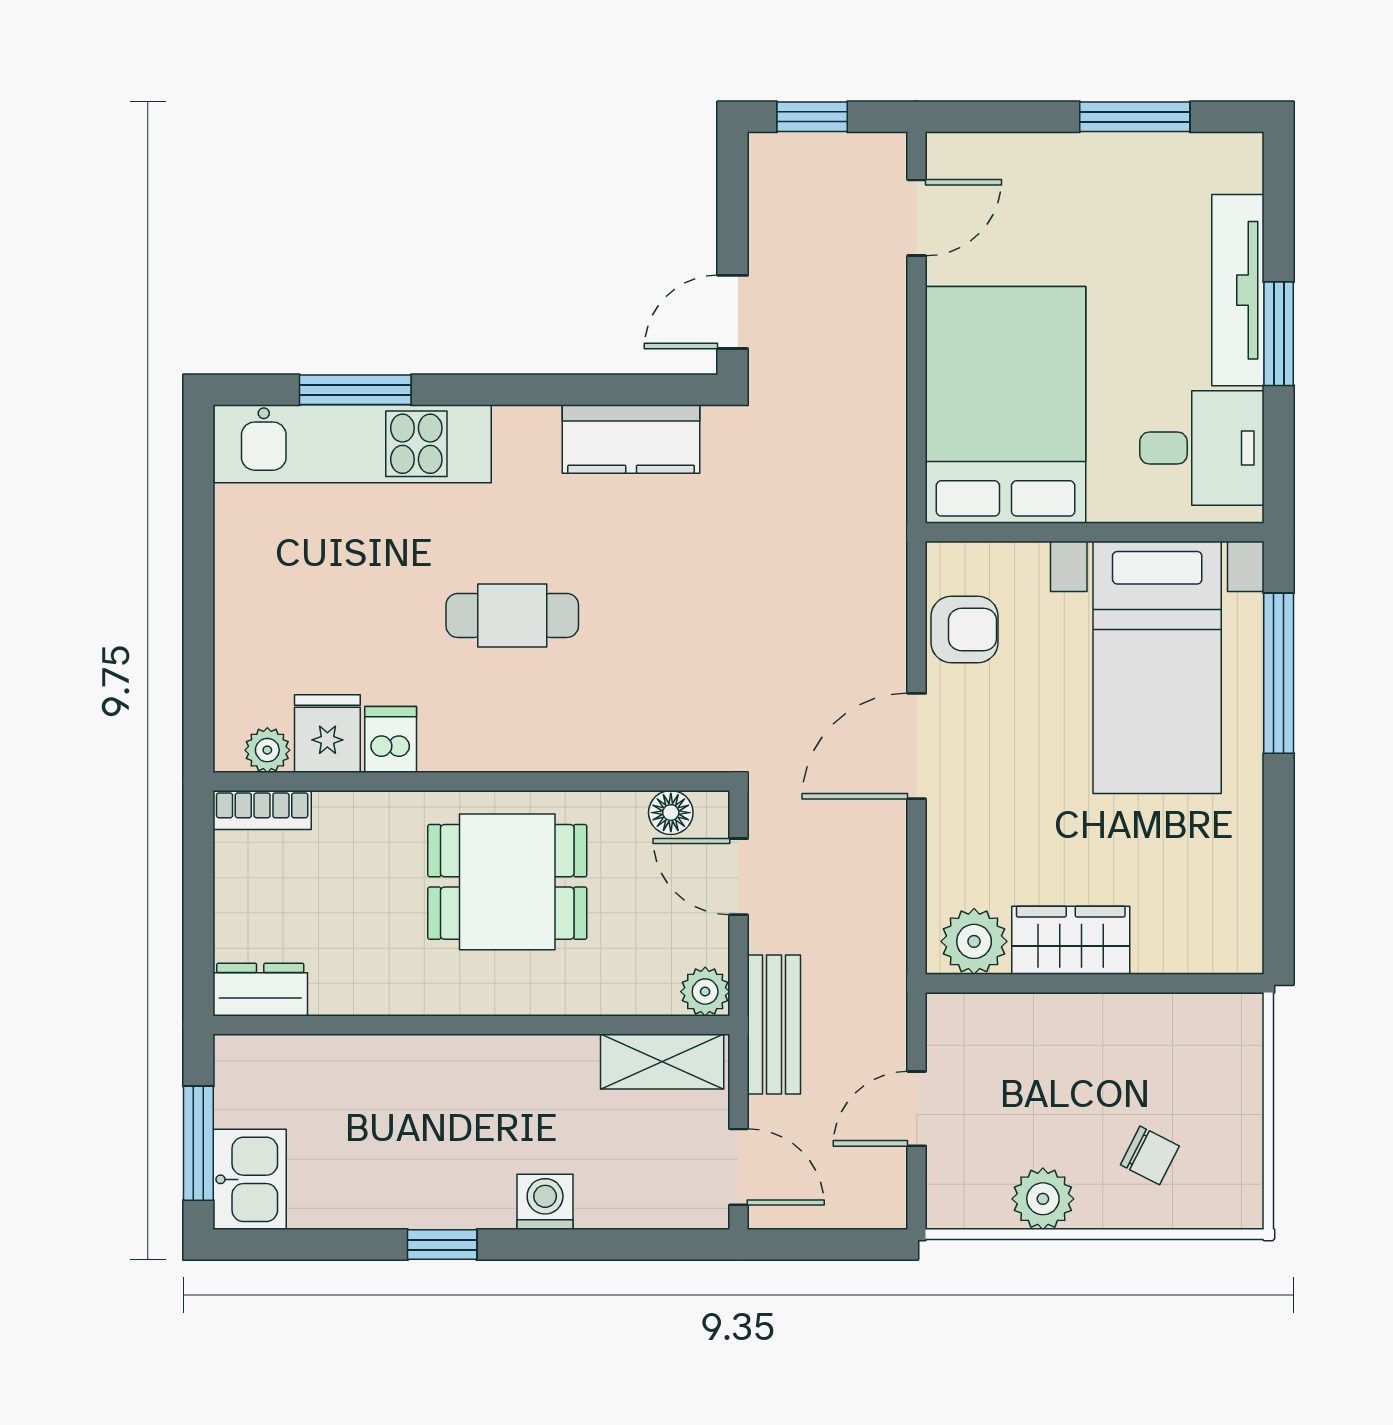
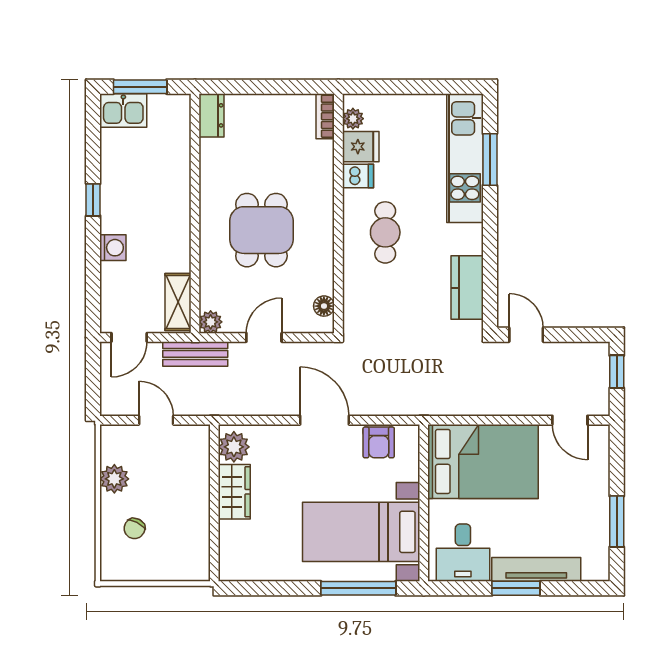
fridge: (327, 734) -> (361, 147), moved
dishwasher: (391, 739) -> (358, 176), moved
plant: (267, 750) -> (353, 119), moved
wall: (471, 782) -> (338, 213), moved
bookcase: (262, 810) -> (325, 116), moved
floor lamp: (671, 813) -> (324, 306), moved

